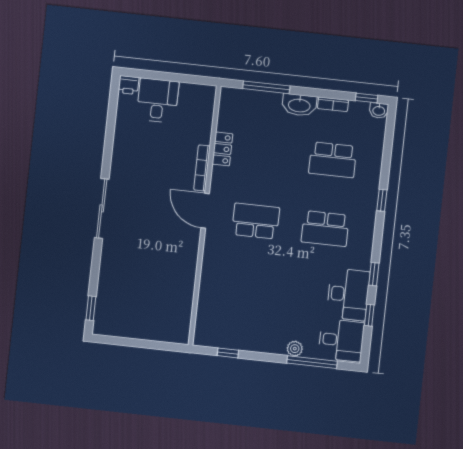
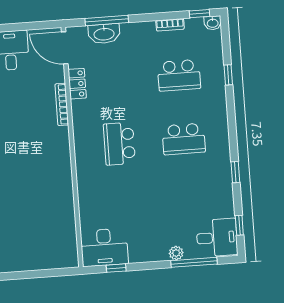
washbasin: (299, 105) -> (104, 34), moved
window: (382, 200) -> (228, 75), moved
door: (205, 211) -> (65, 48), moved
school desk: (256, 221) -> (119, 144), turned -90
desk: (348, 294) -> (104, 247), moved, turned 90
window: (369, 315) -> (239, 225), moved

